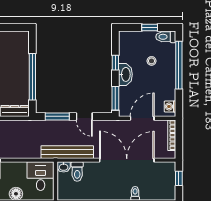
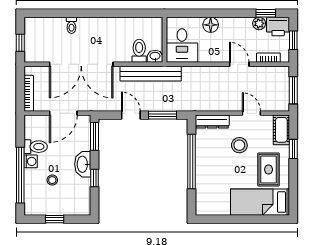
toilet: (166, 37) -> (36, 147), moved
washing machine: (170, 107) -> (31, 161), moved

